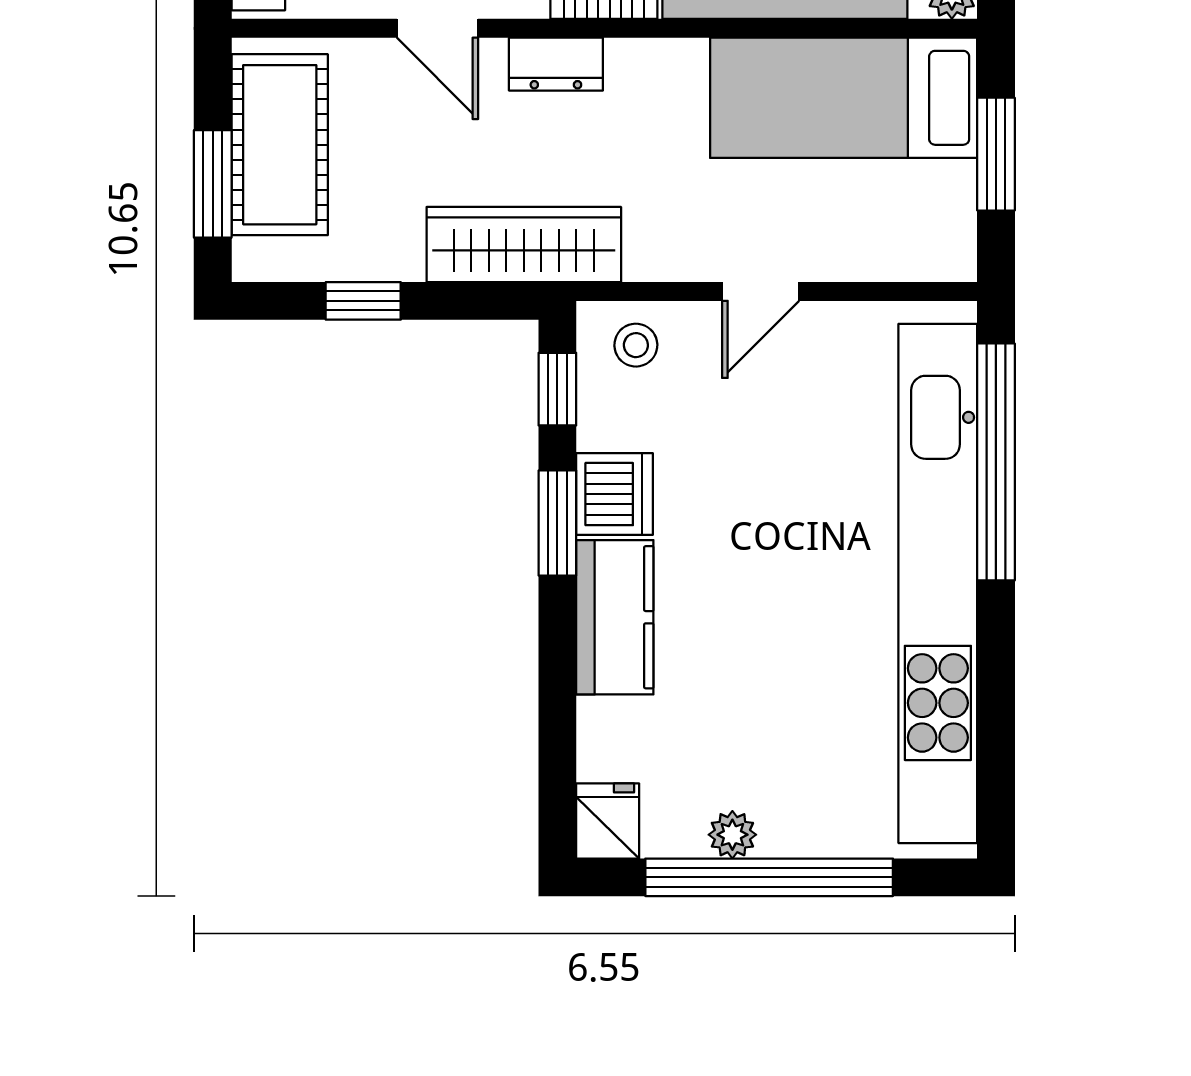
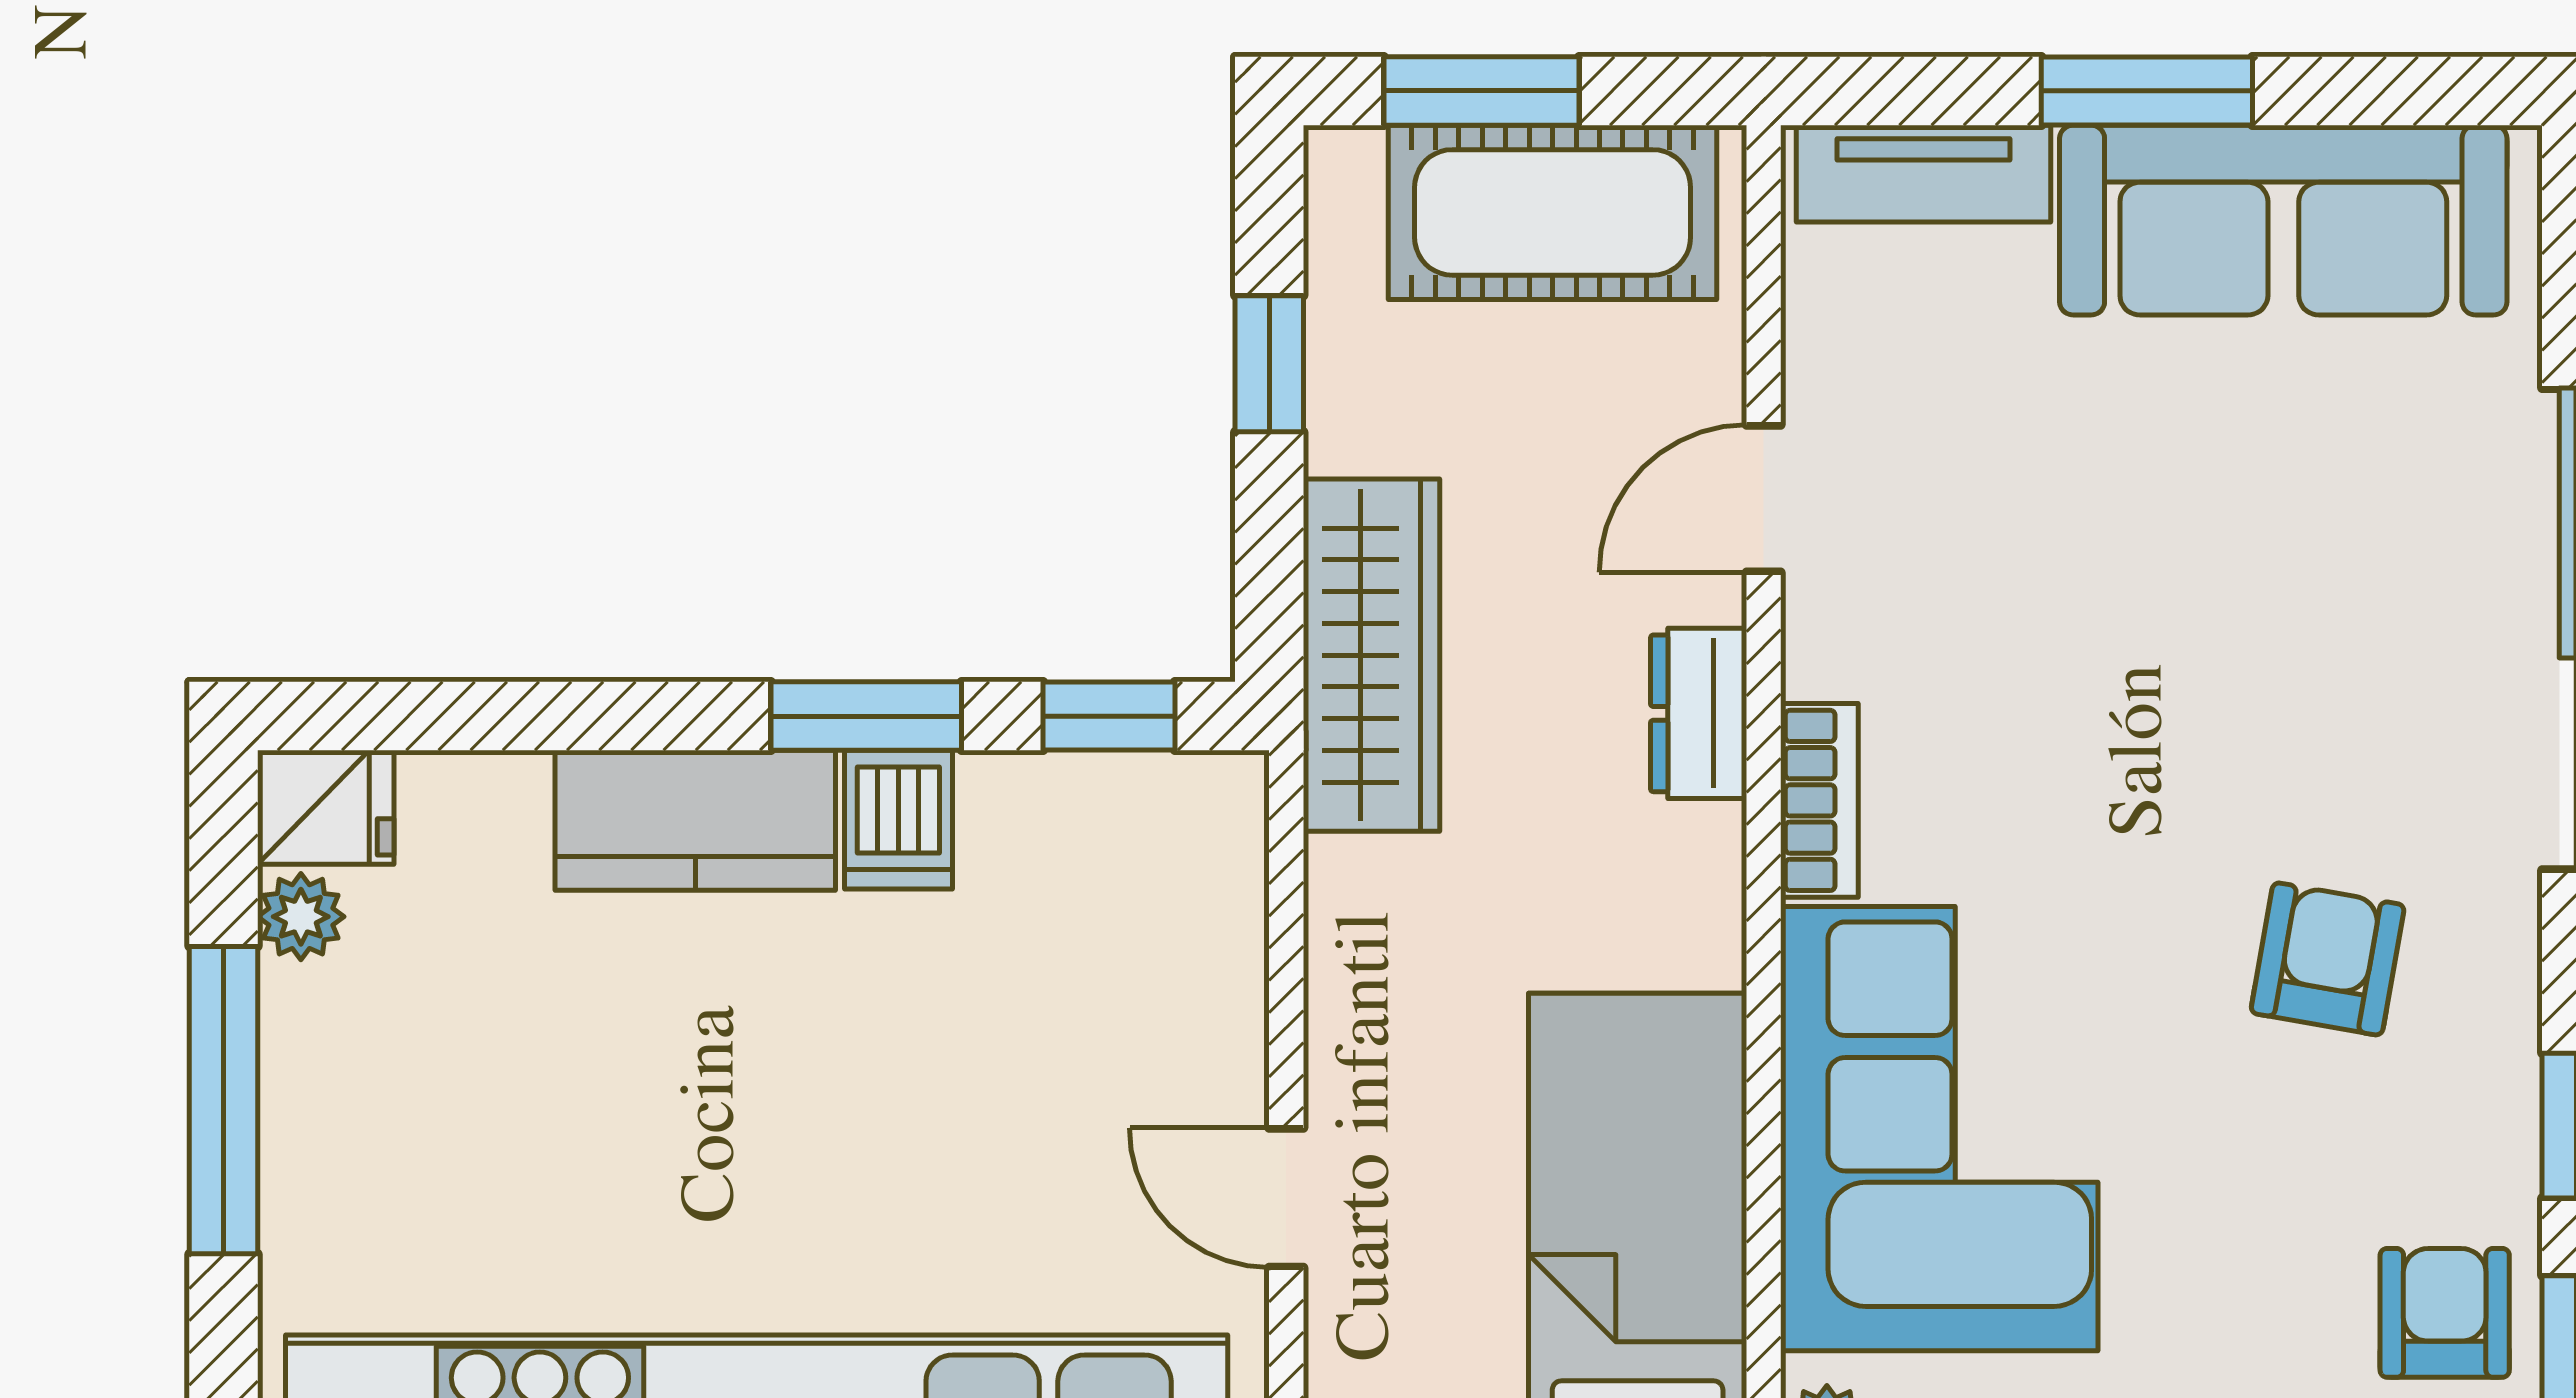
door: (761, 291) -> (1286, 1198), moved
stool: (636, 345) -> (1189, 858), removed
dishwasher: (615, 494) -> (898, 820), width x0.73
plant: (732, 835) -> (301, 917), moved
window: (769, 877) -> (224, 1100), width x0.68

